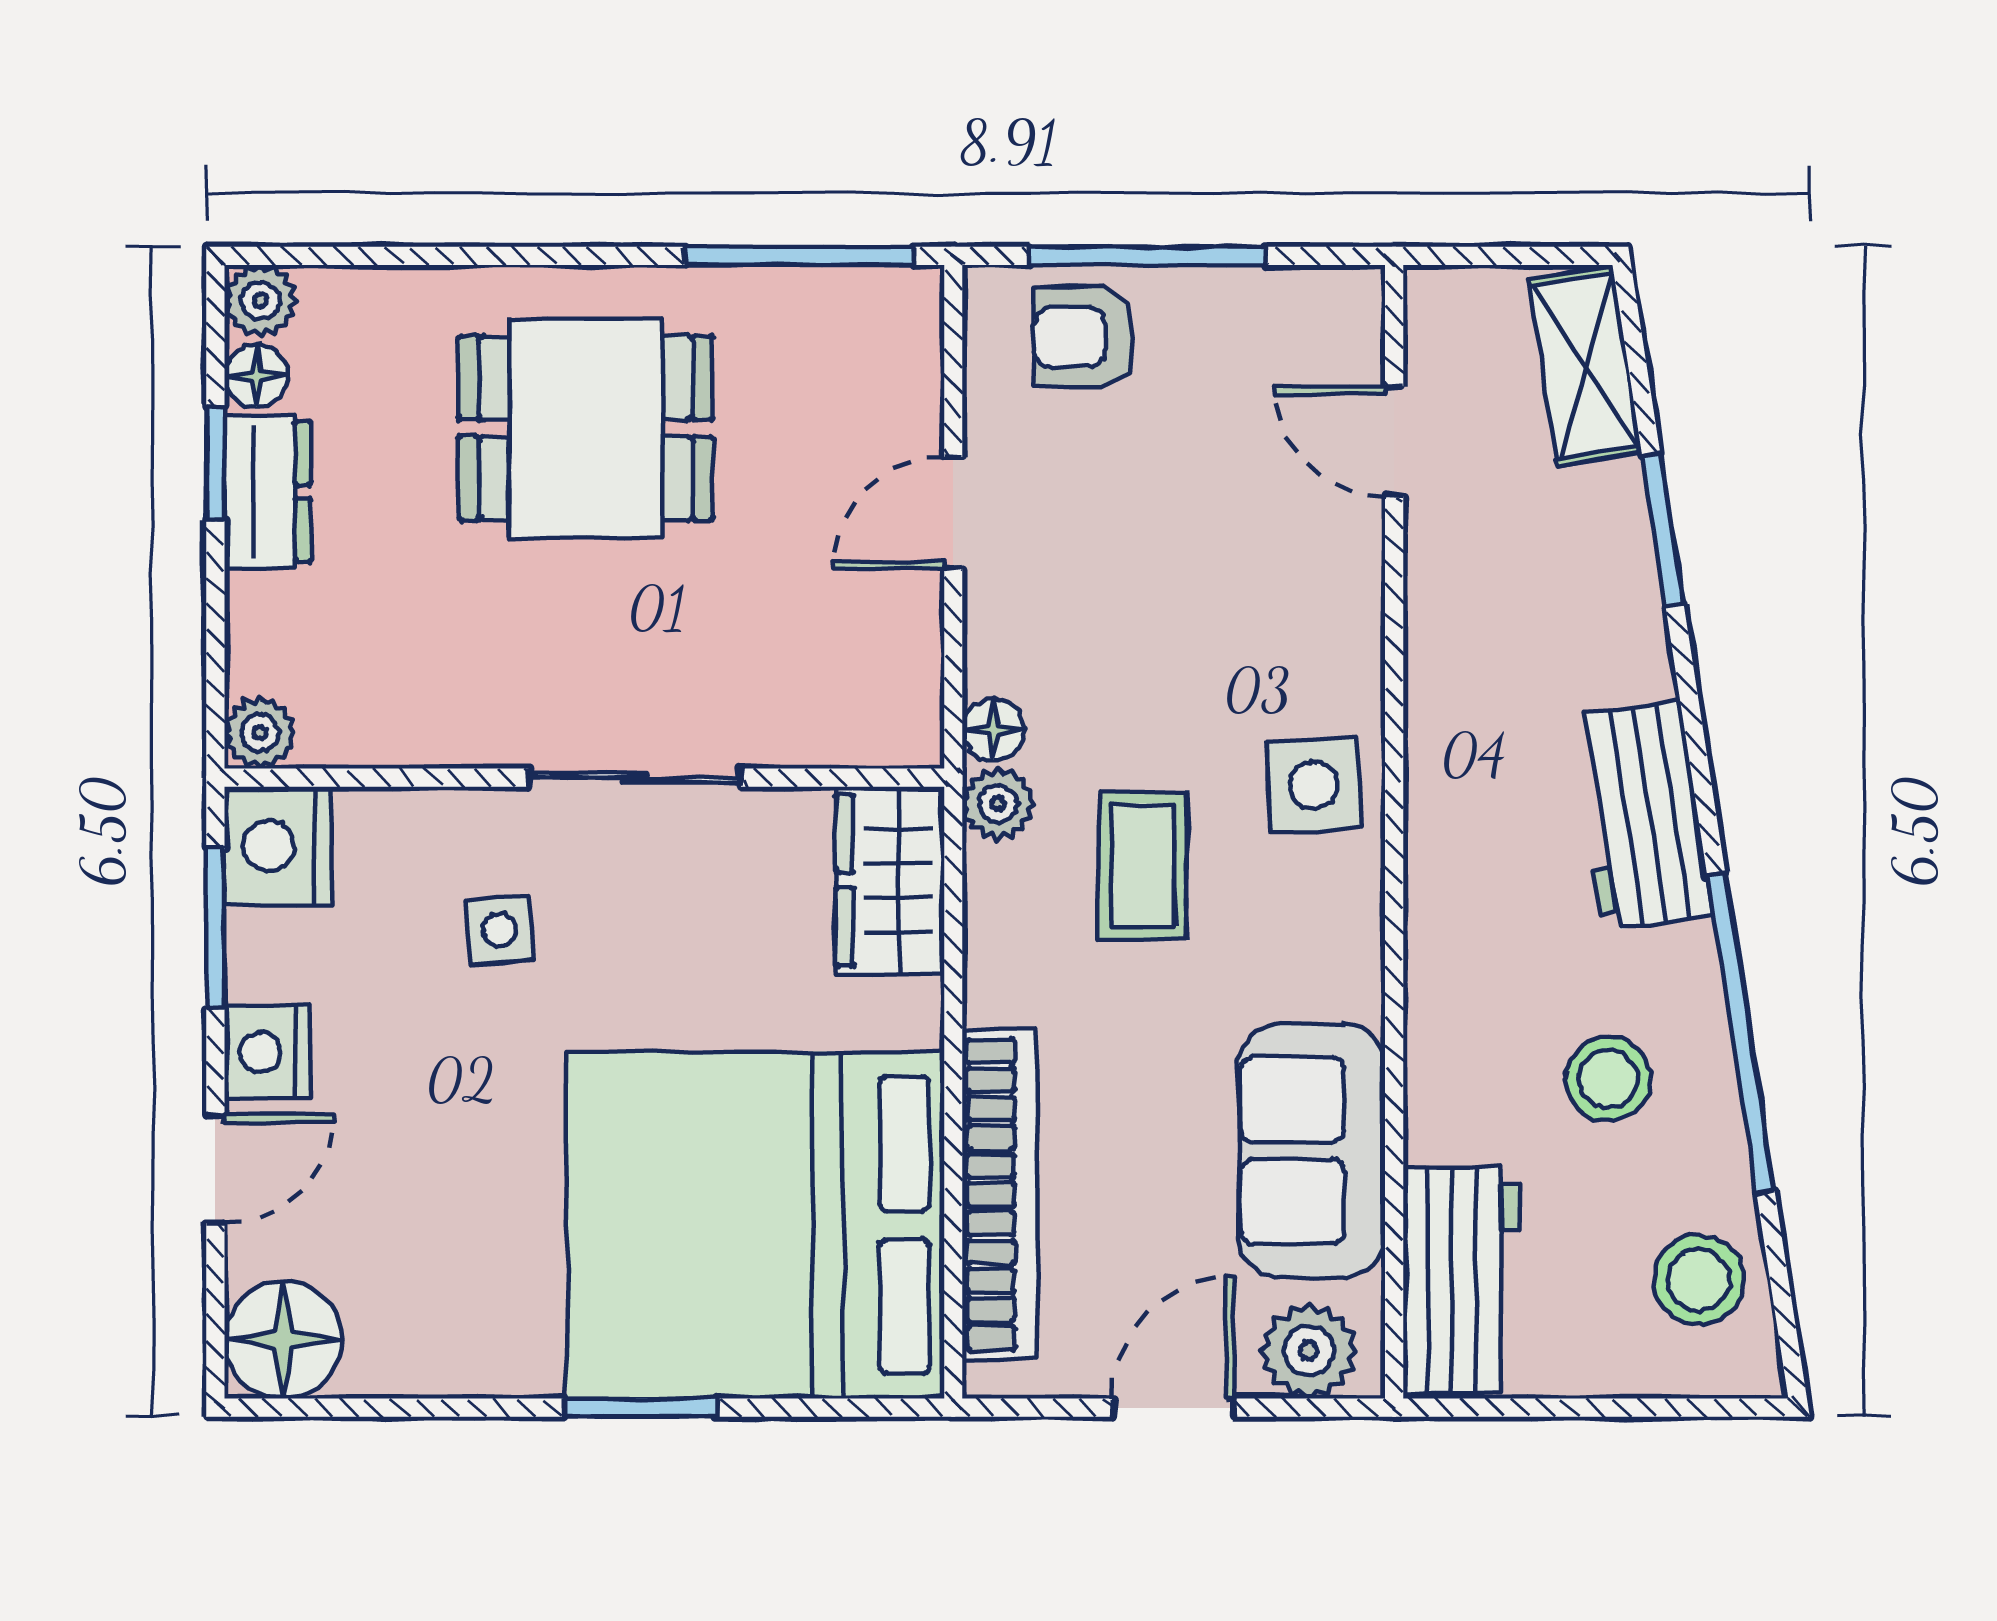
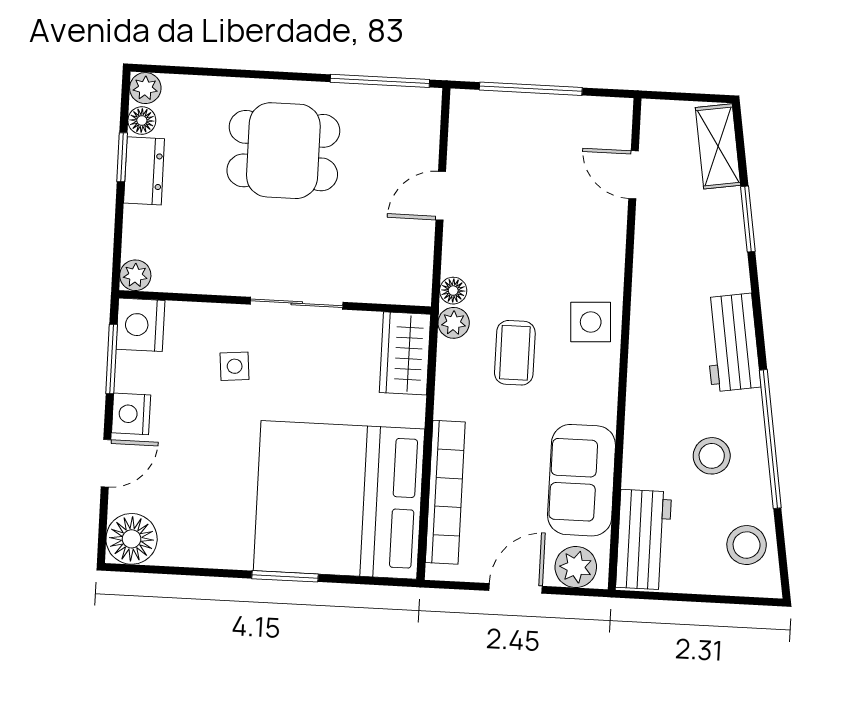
armchair: (1084, 337) -> (501, 123), removed

